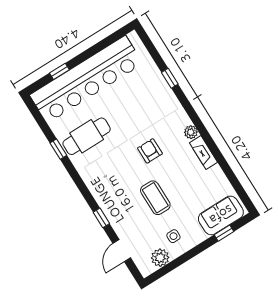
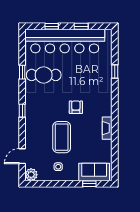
window: (95, 49) -> (81, 26), added
plant: (191, 132) -> (107, 111), removed
coffee table: (155, 198) -> (62, 137), width x1.36, depth x1.32
window: (101, 218) -> (22, 111), moved
plant: (160, 258) -> (31, 175), moved

